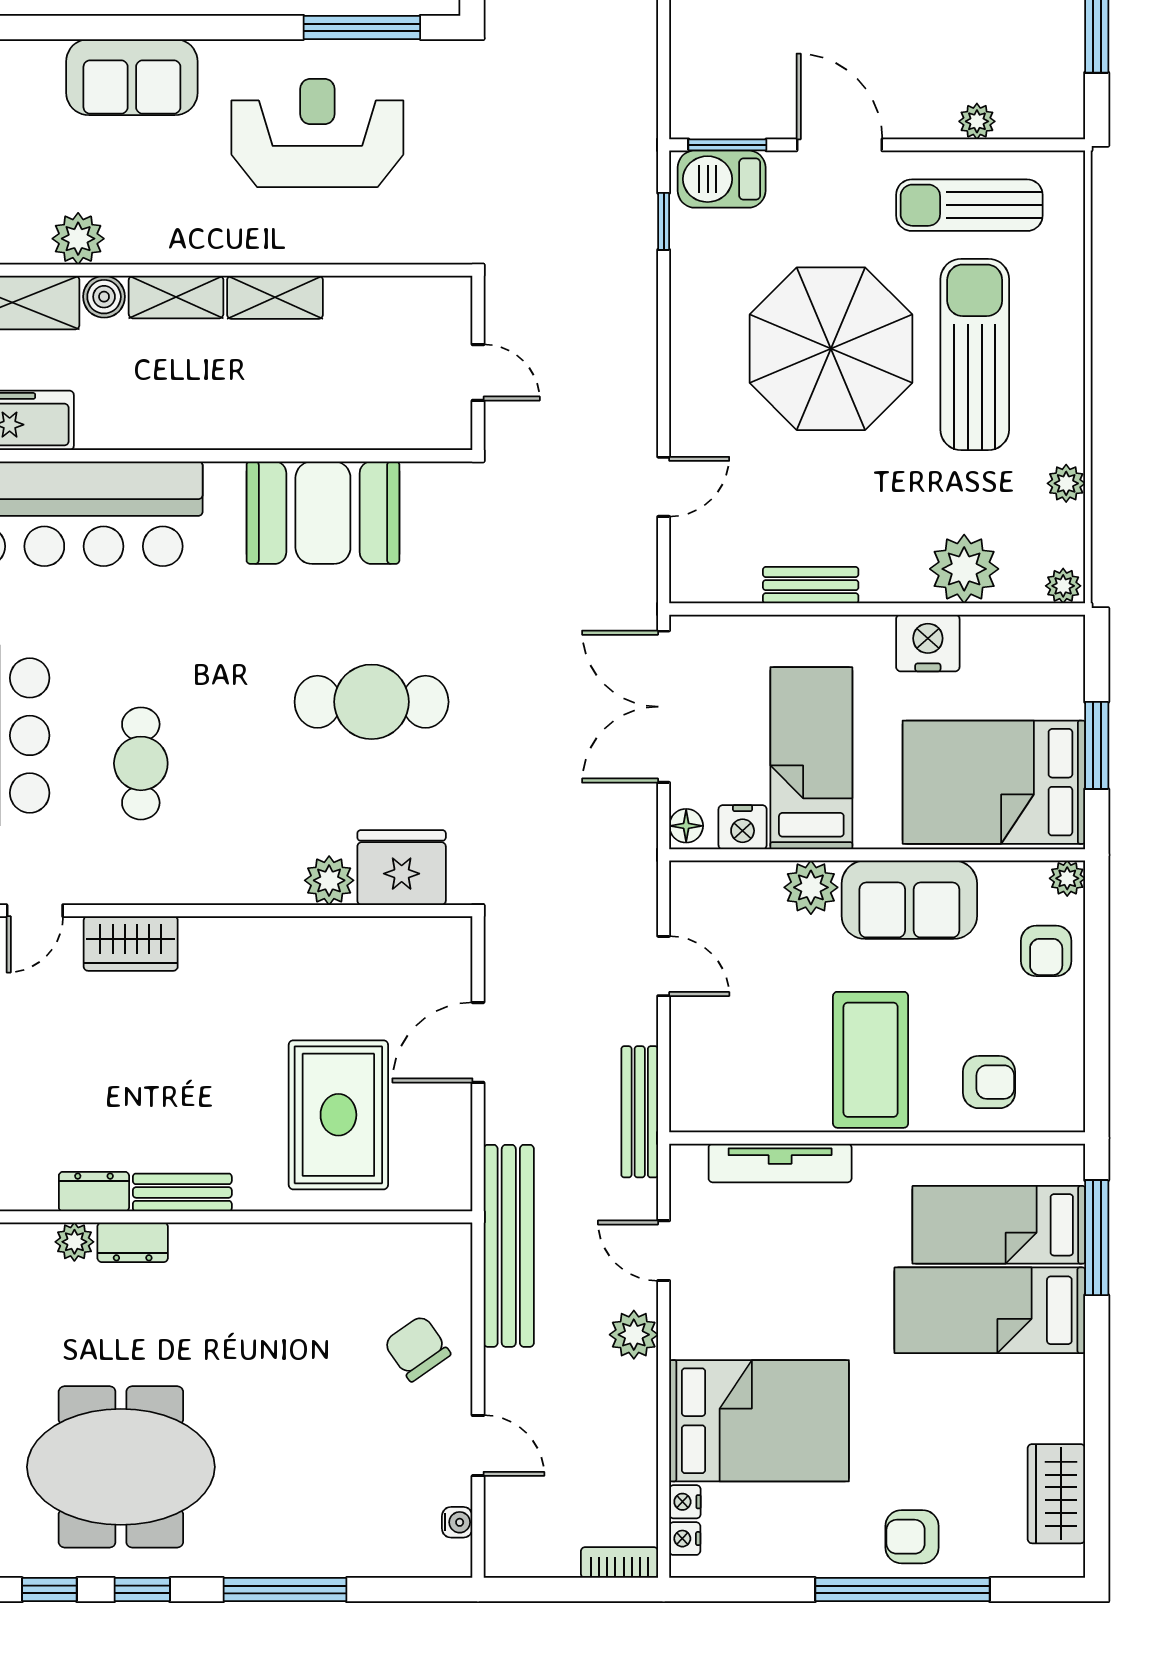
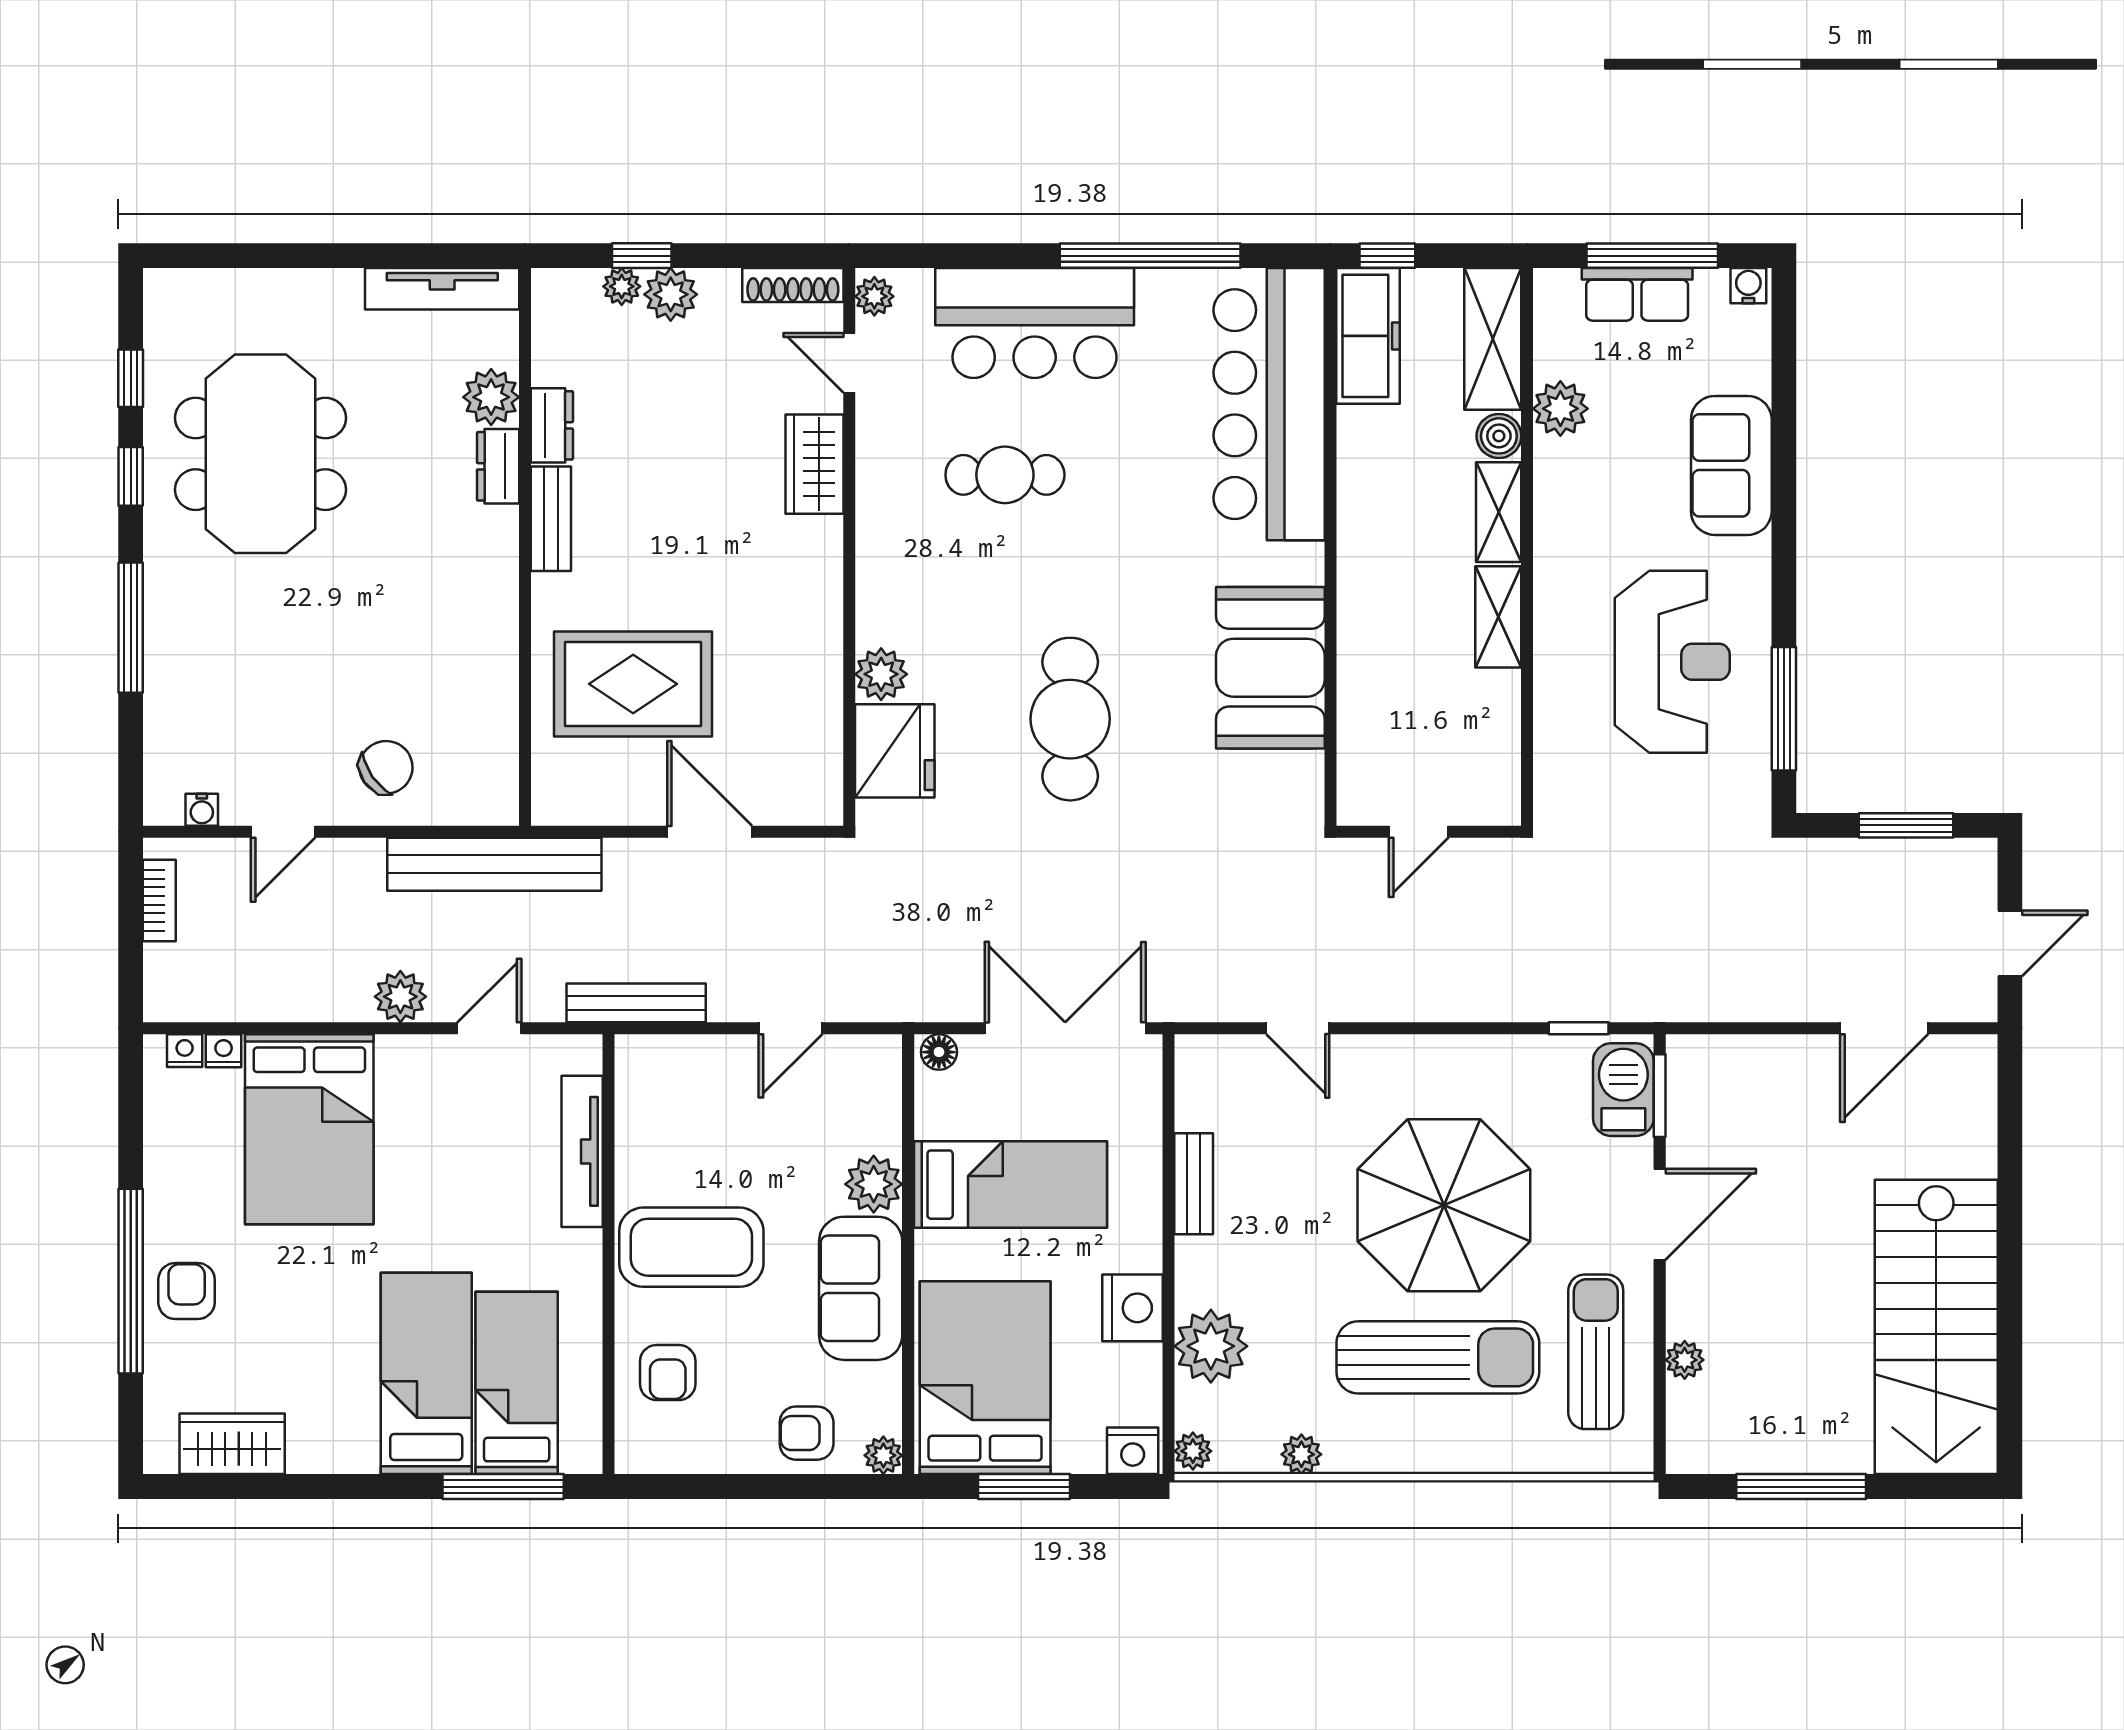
nightstand: (743, 827) -> (1133, 1451), moved, turned -90
plant: (74, 1242) -> (491, 397), width x1.38, depth x1.38
bookcase: (619, 1563) -> (159, 900), moved

